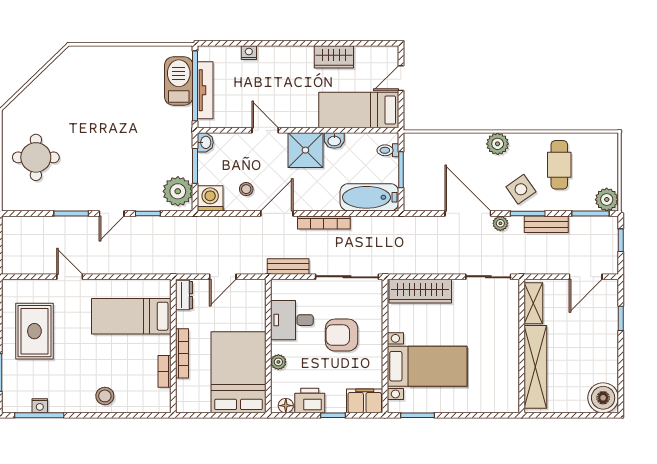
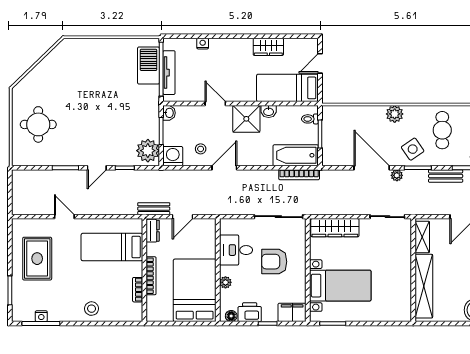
bookcase: (324, 223) -> (299, 175), moved
bench: (546, 224) -> (446, 176), moved
bench: (288, 266) -> (154, 209), moved

